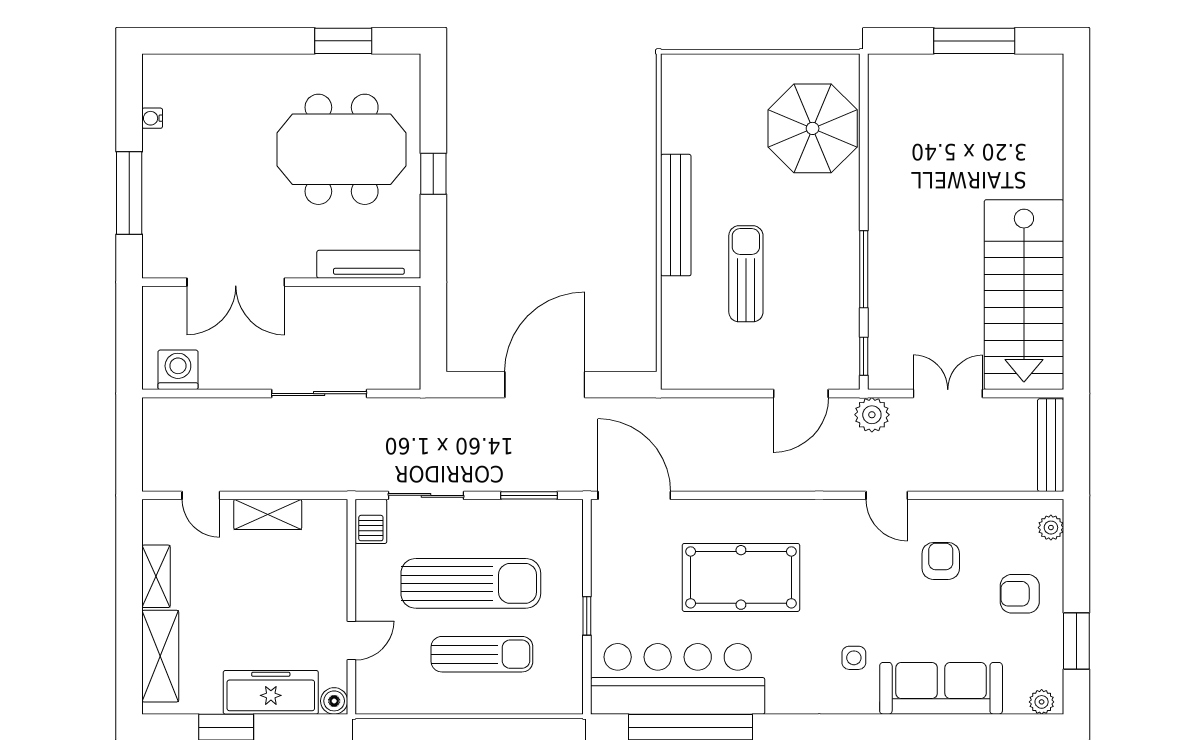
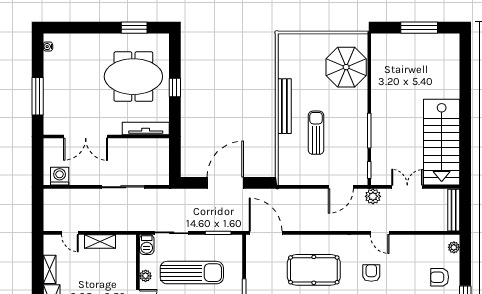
water cooler: (152, 118) -> (48, 47), moved
armchair: (941, 561) -> (371, 273), moved
plant: (368, 591) -> (146, 276), added

